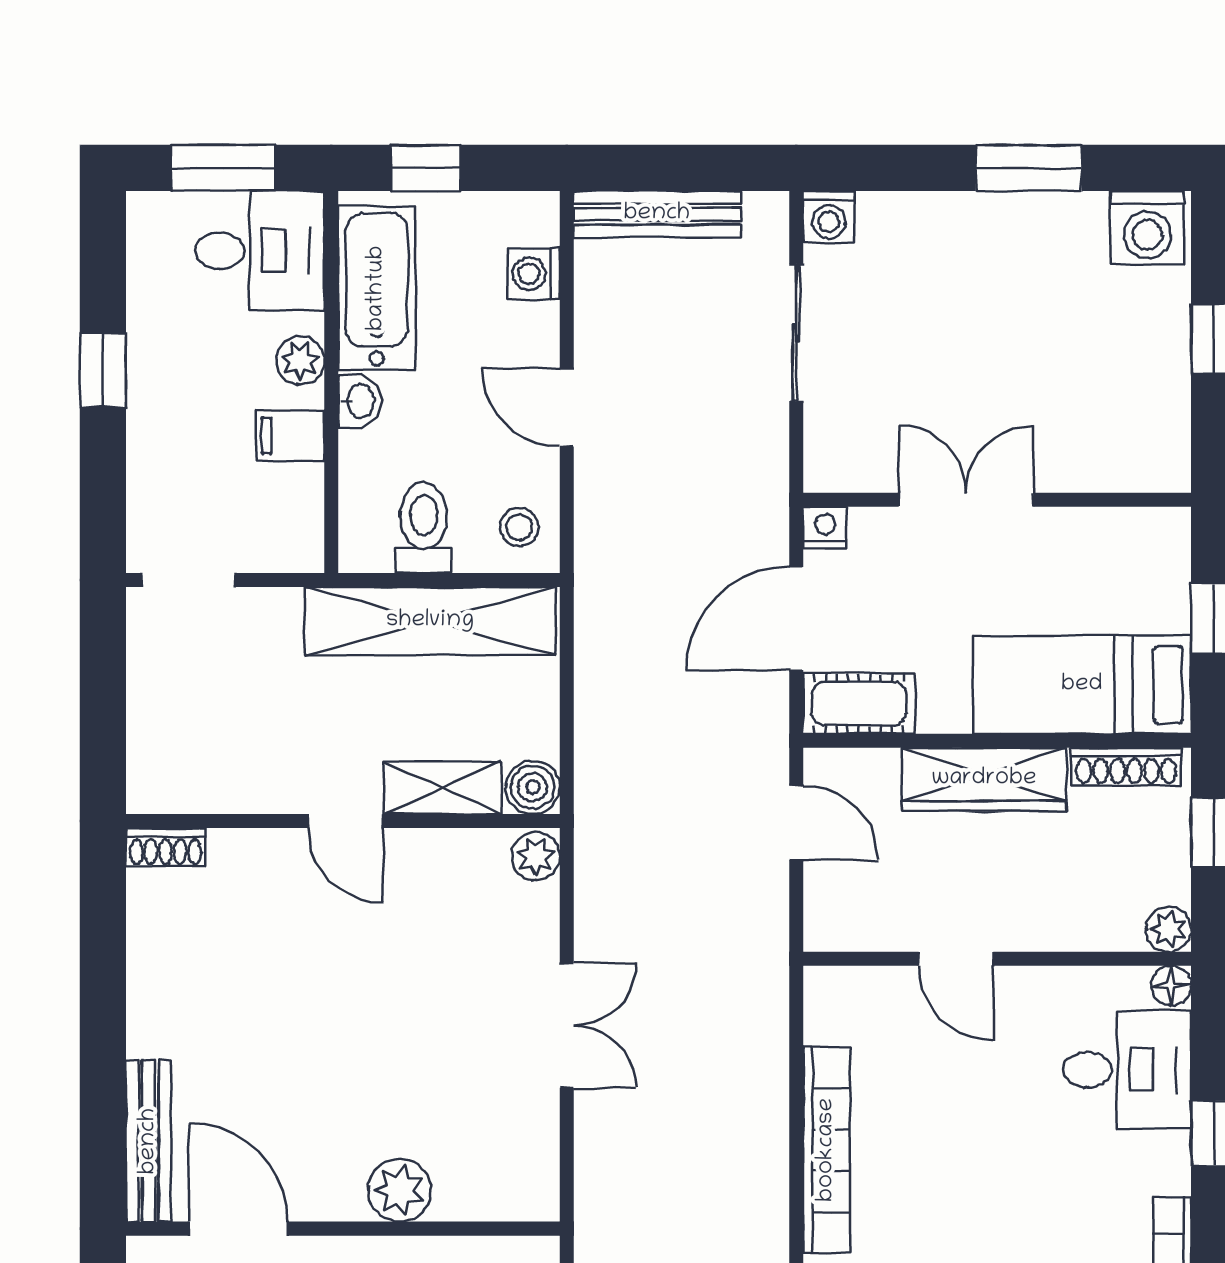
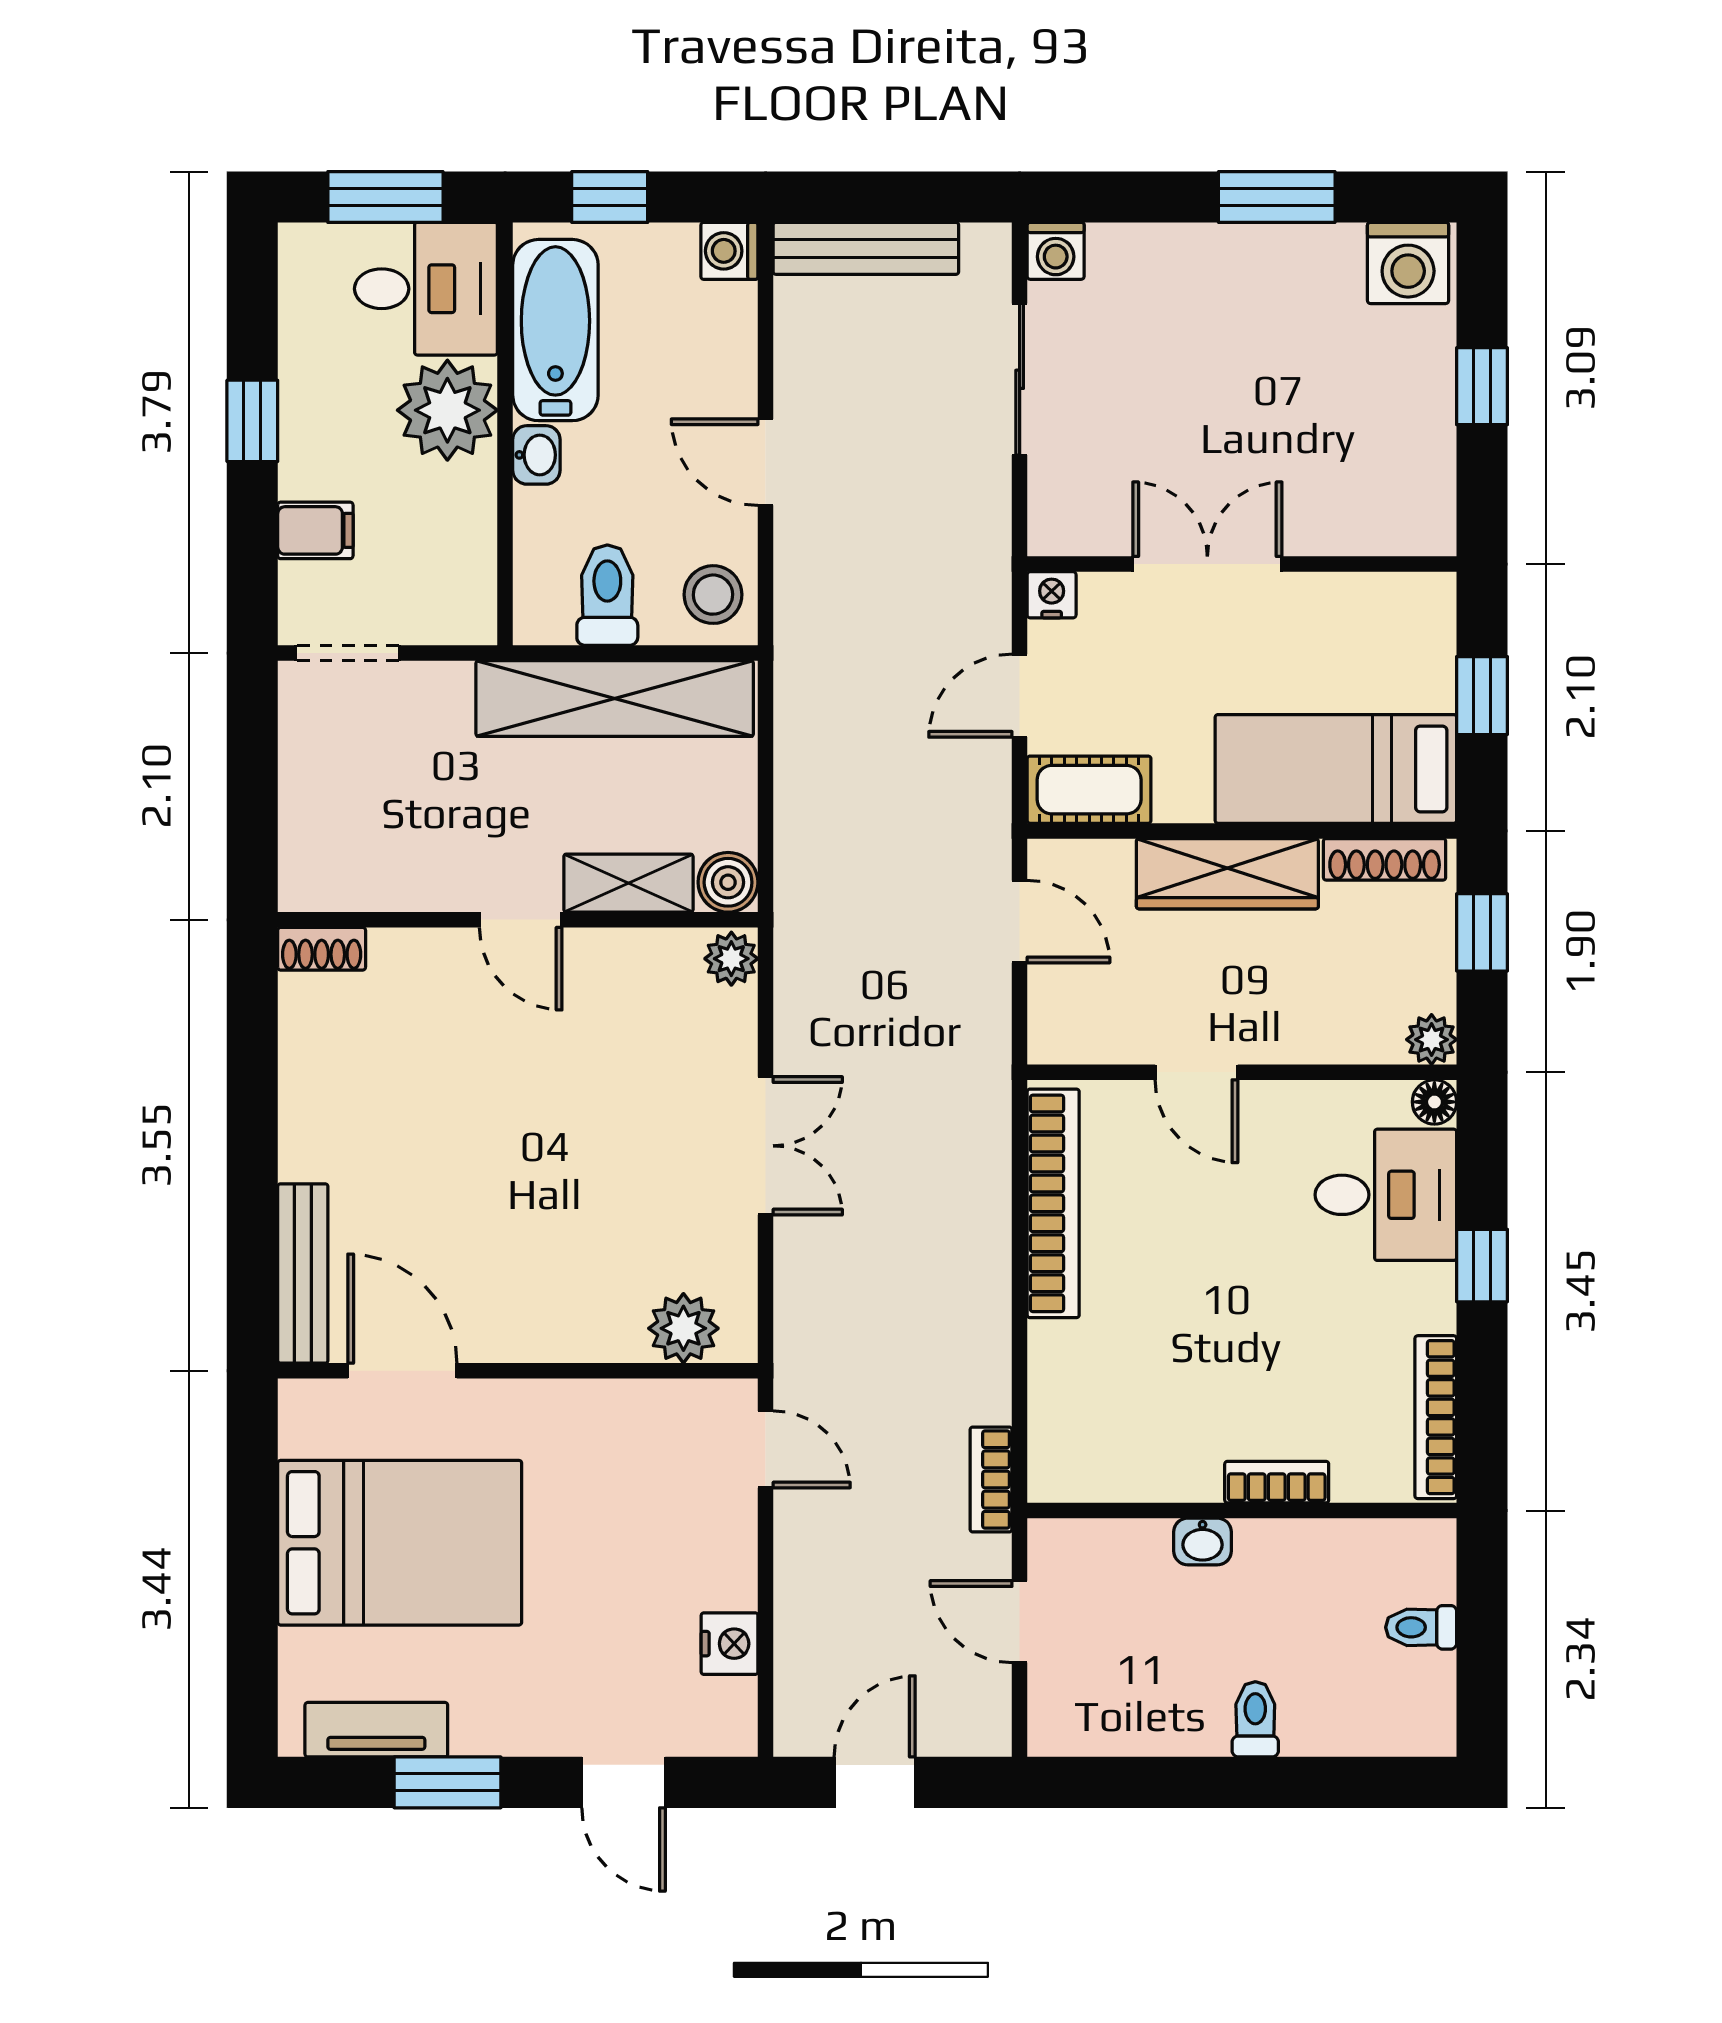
washing machine: (534, 274) -> (729, 251), moved
plant: (300, 361) -> (447, 410), width x1.87, depth x1.87
filing cabinet: (290, 436) -> (315, 530), moved, turned 180
stool: (519, 527) -> (713, 595), width x1.37, depth x1.37
door: (796, 618) -> (1020, 696), width x0.73
bookcase: (827, 1150) -> (1053, 1203), moved
plant: (400, 1190) -> (683, 1328), moved

